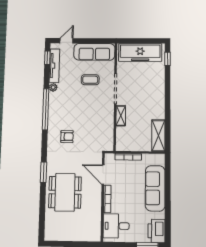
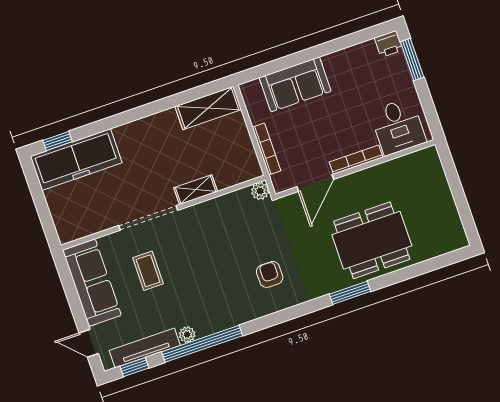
freezer: (140, 52) -> (76, 160), moved, turned 90
window: (46, 109) -> (202, 344), moved
plant: (109, 146) -> (260, 191), added
sofa: (155, 188) -> (295, 84), width x0.73
printer: (157, 231) -> (389, 44), width x0.53, depth x0.68

